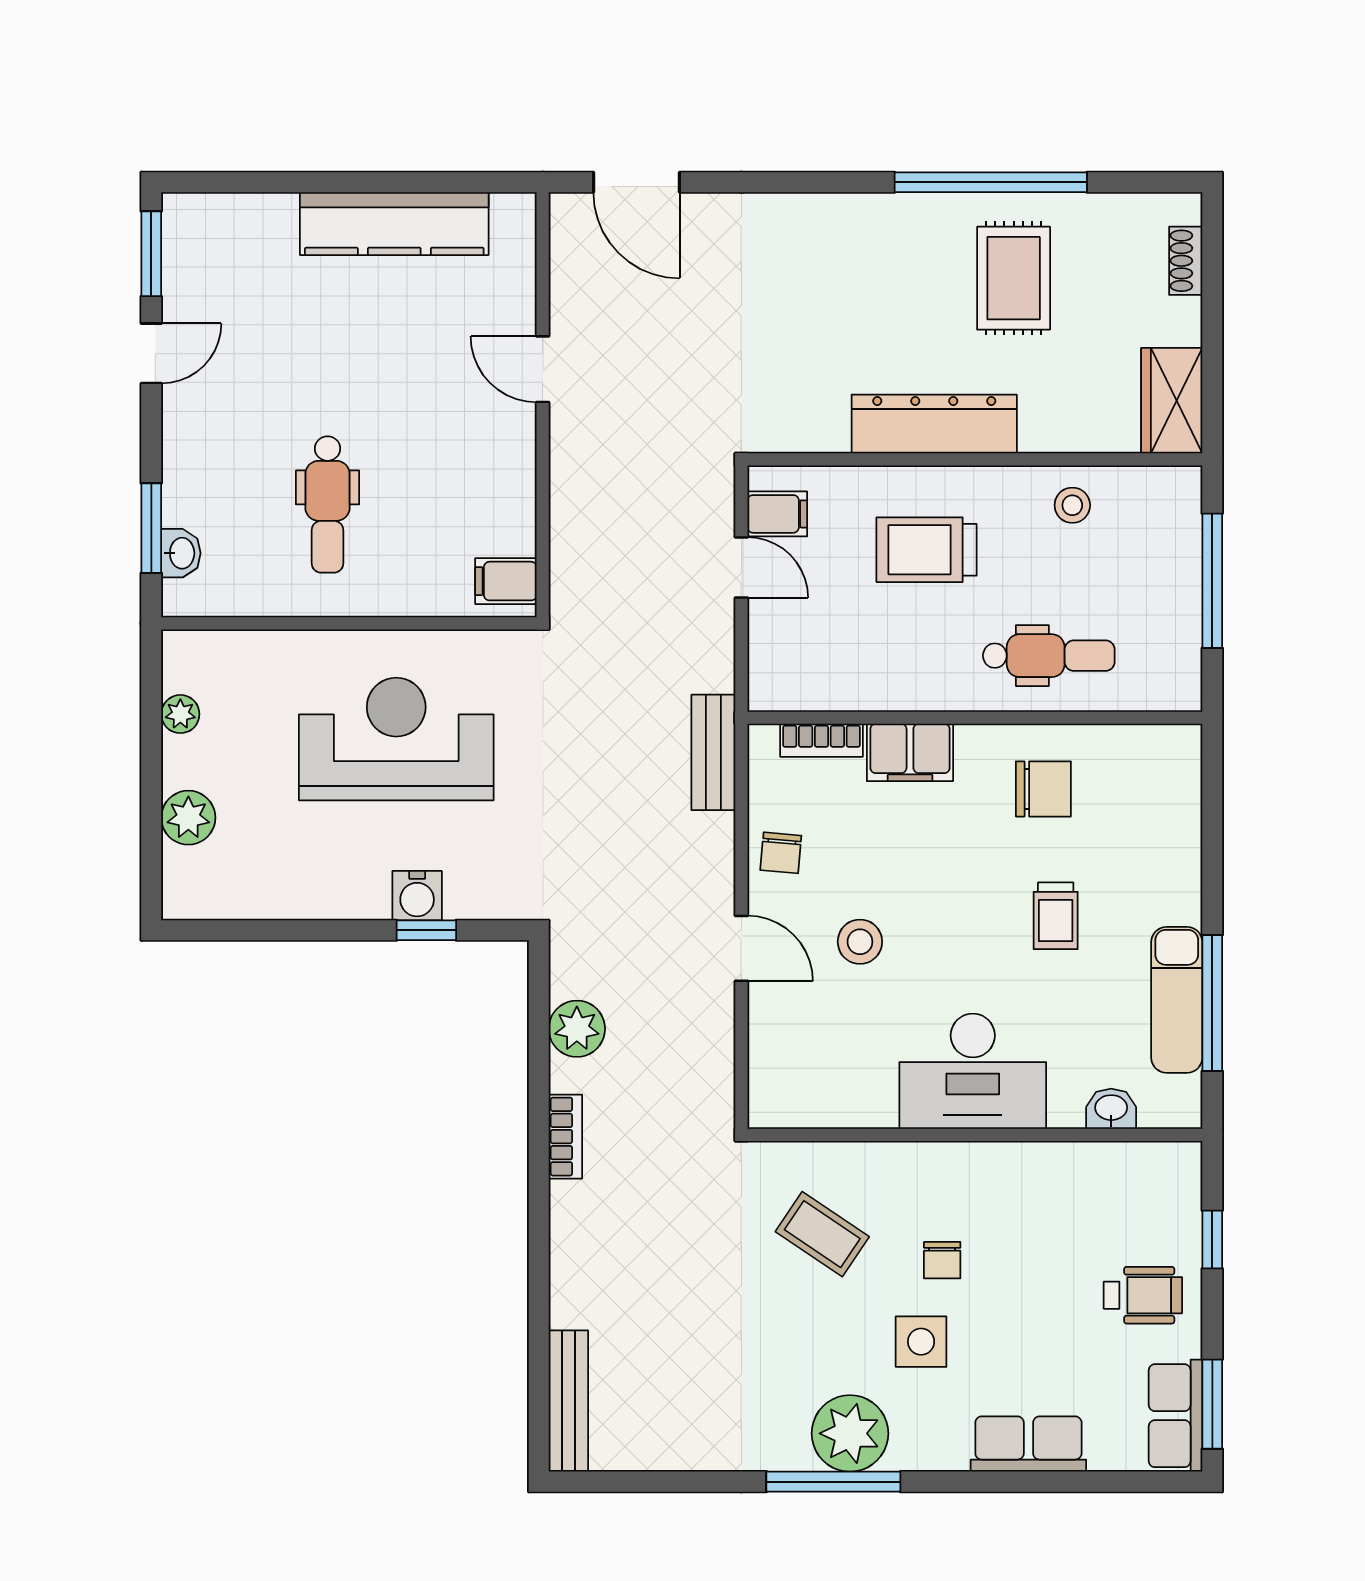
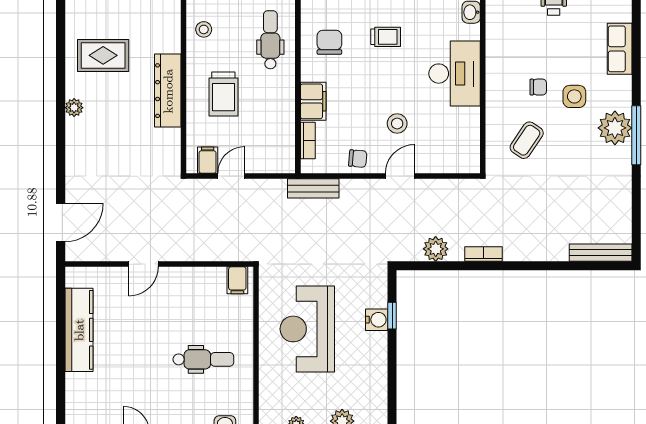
window: (991, 182) -> (61, 66), removed
plant: (896, 213) -> (74, 108), added

